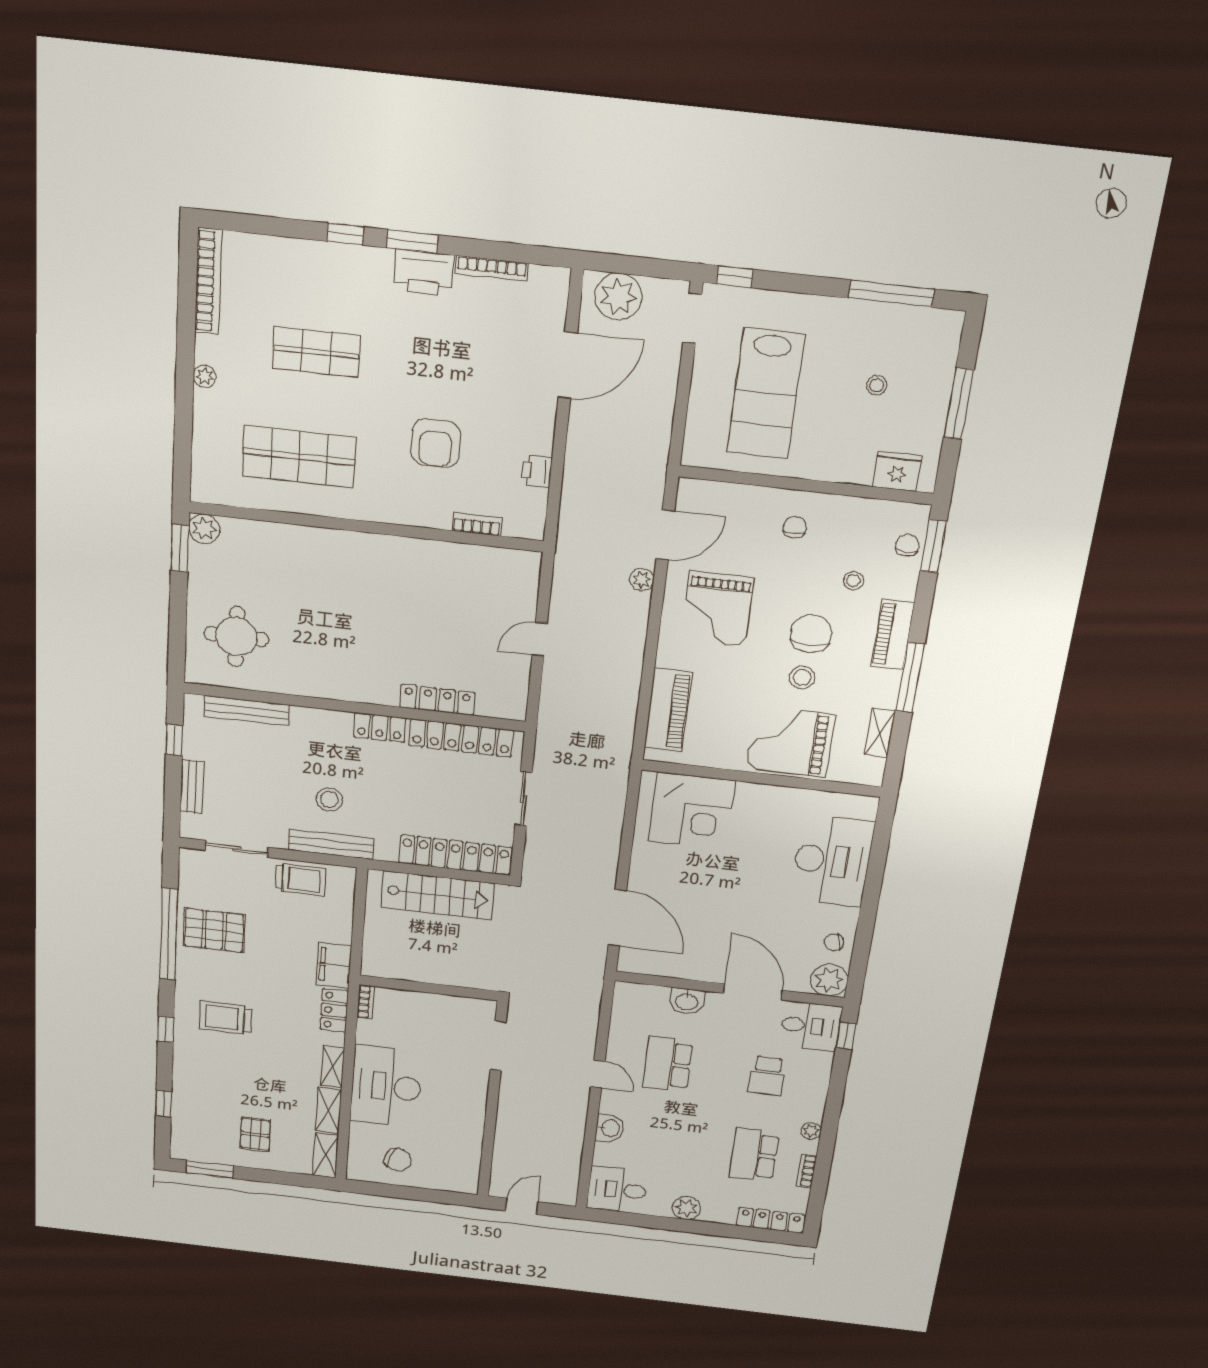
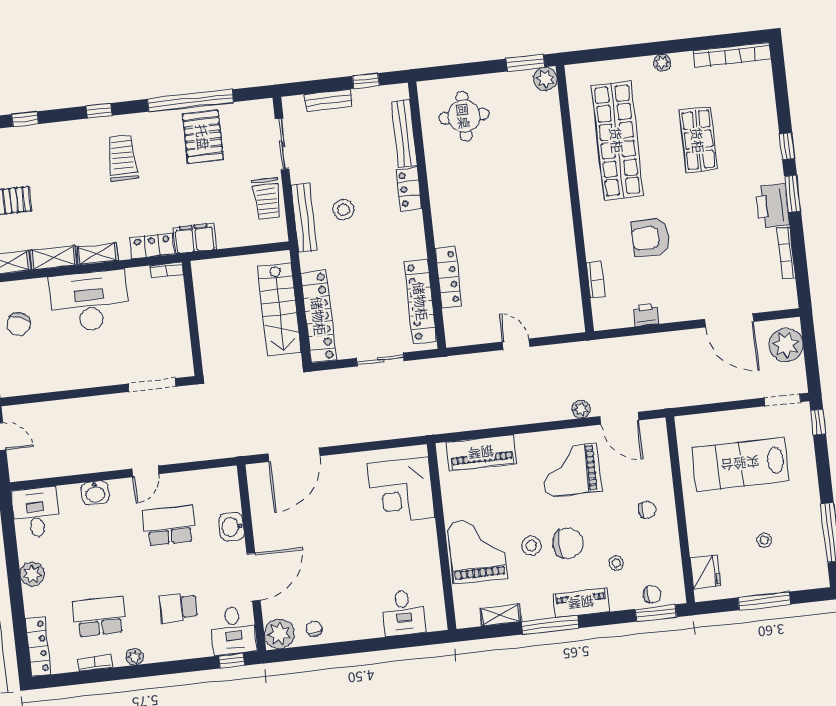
shop shelf: (299, 457) -> (617, 140), width x1.40
locker: (380, 727) -> (409, 189), moved
desk: (832, 861) -> (403, 613), width x0.53, depth x0.77

